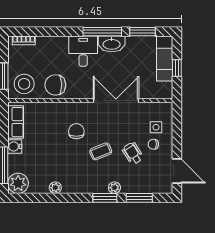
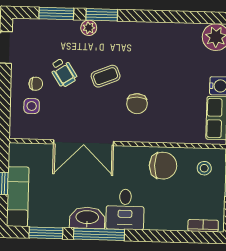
stool: (24, 84) -> (204, 168), width x0.53, depth x0.53
plant: (55, 188) -> (167, 30), removed

